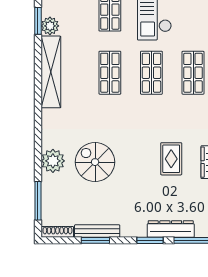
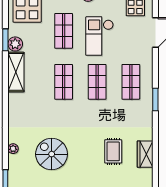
shelving: (51, 72) -> (16, 72), width x0.68
plant: (53, 161) -> (13, 149), width x0.53, depth x0.53

